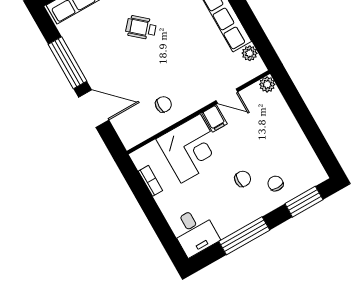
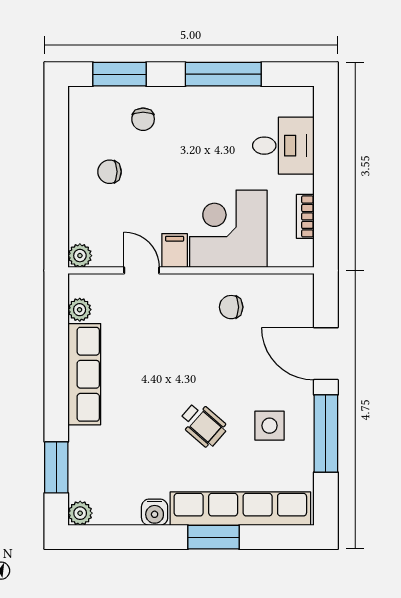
side table: (102, 49) -> (270, 426), added
chair: (243, 179) -> (110, 172), moved
desk: (195, 232) -> (283, 146), moved, turned 90

